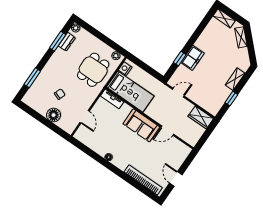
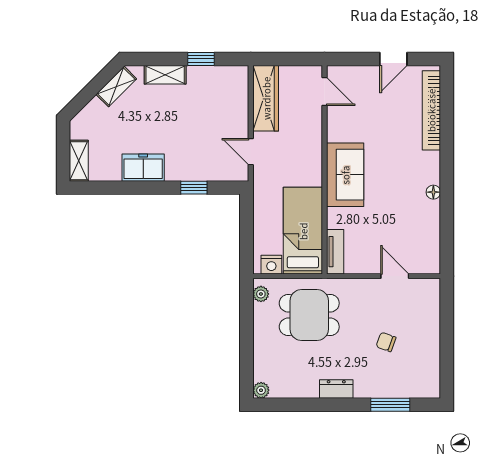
shelving: (241, 37) -> (116, 87), moved
window: (58, 41) -> (303, 405), removed
dresser: (67, 42) -> (336, 389), moved
freezer: (192, 58) -> (143, 168), moved
floor lamp: (54, 115) -> (427, 329), removed
door: (85, 117) -> (395, 276), hinge flipped
wardrobe: (201, 117) -> (266, 98), width x1.50
door: (167, 131) -> (325, 92), moved

